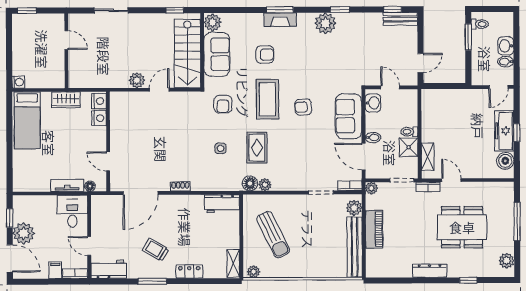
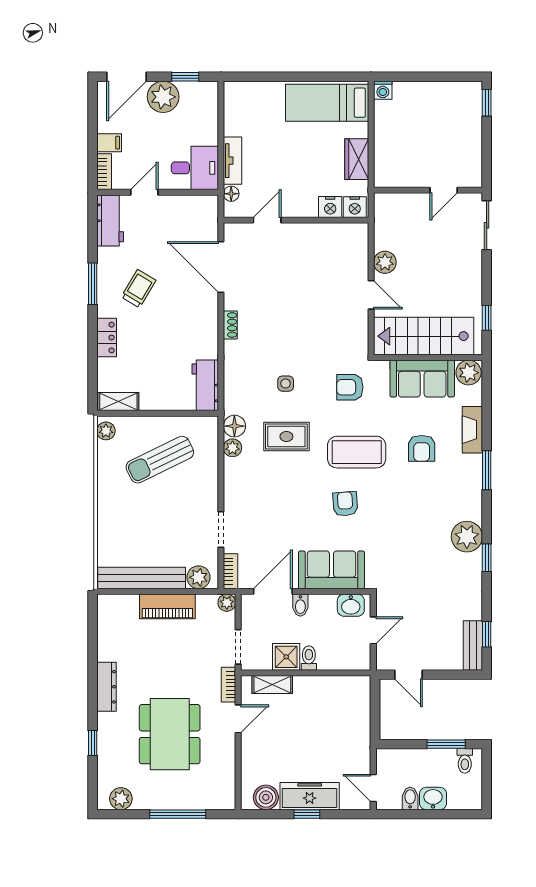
fireplace: (280, 20) -> (472, 430), moved
door: (66, 40) -> (444, 190), moved
wall: (66, 51) -> (428, 190), moved

